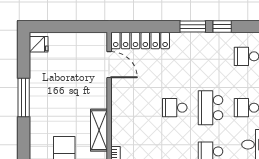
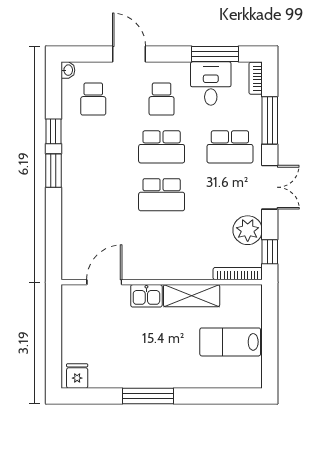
locker: (140, 41) -> (72, 240), removed
kitchen sink: (99, 96) -> (146, 296), added
school desk: (175, 108) -> (162, 195), width x1.85

